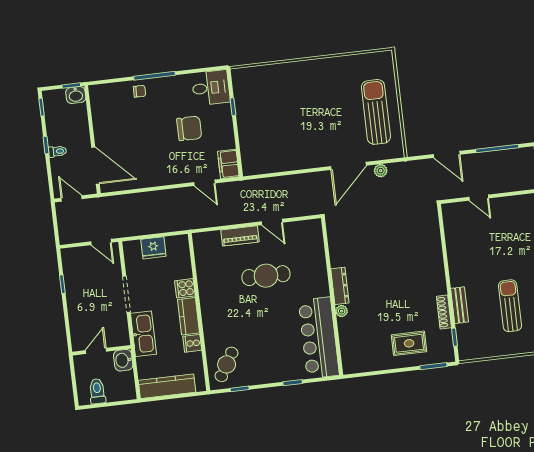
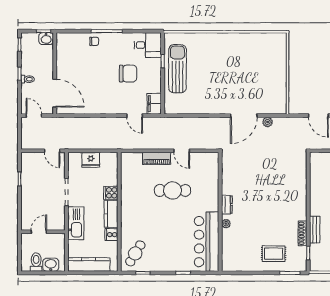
sun lounger: (376, 112) -> (177, 69), moved
dresser: (340, 286) -> (227, 205), width x0.70
washbasin: (123, 360) -> (51, 265), moved, turned 90

